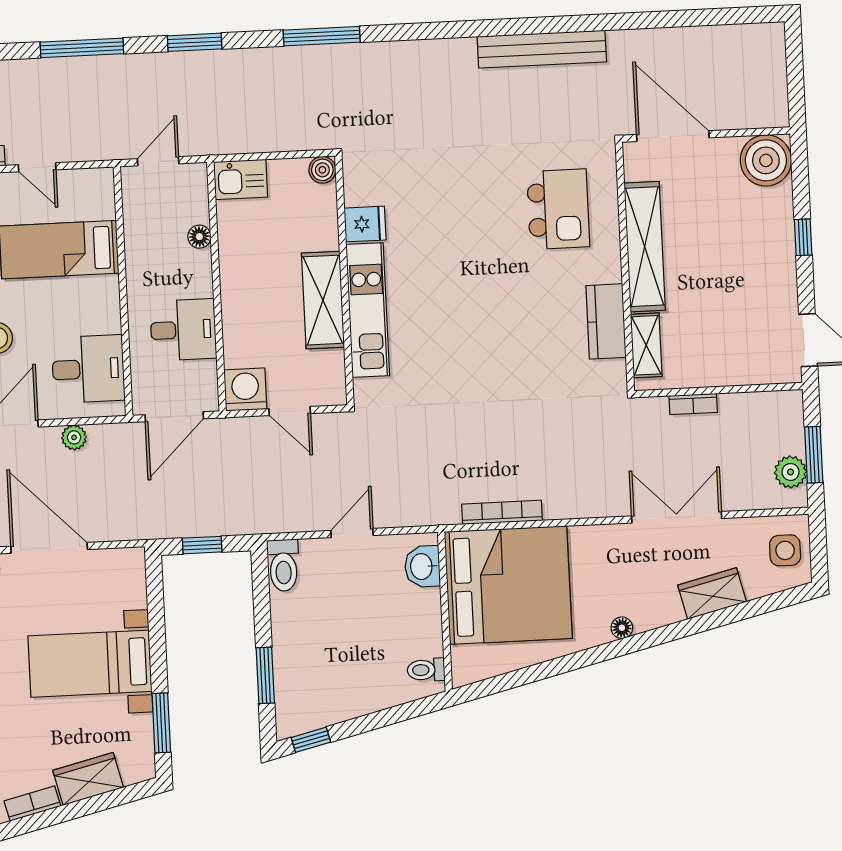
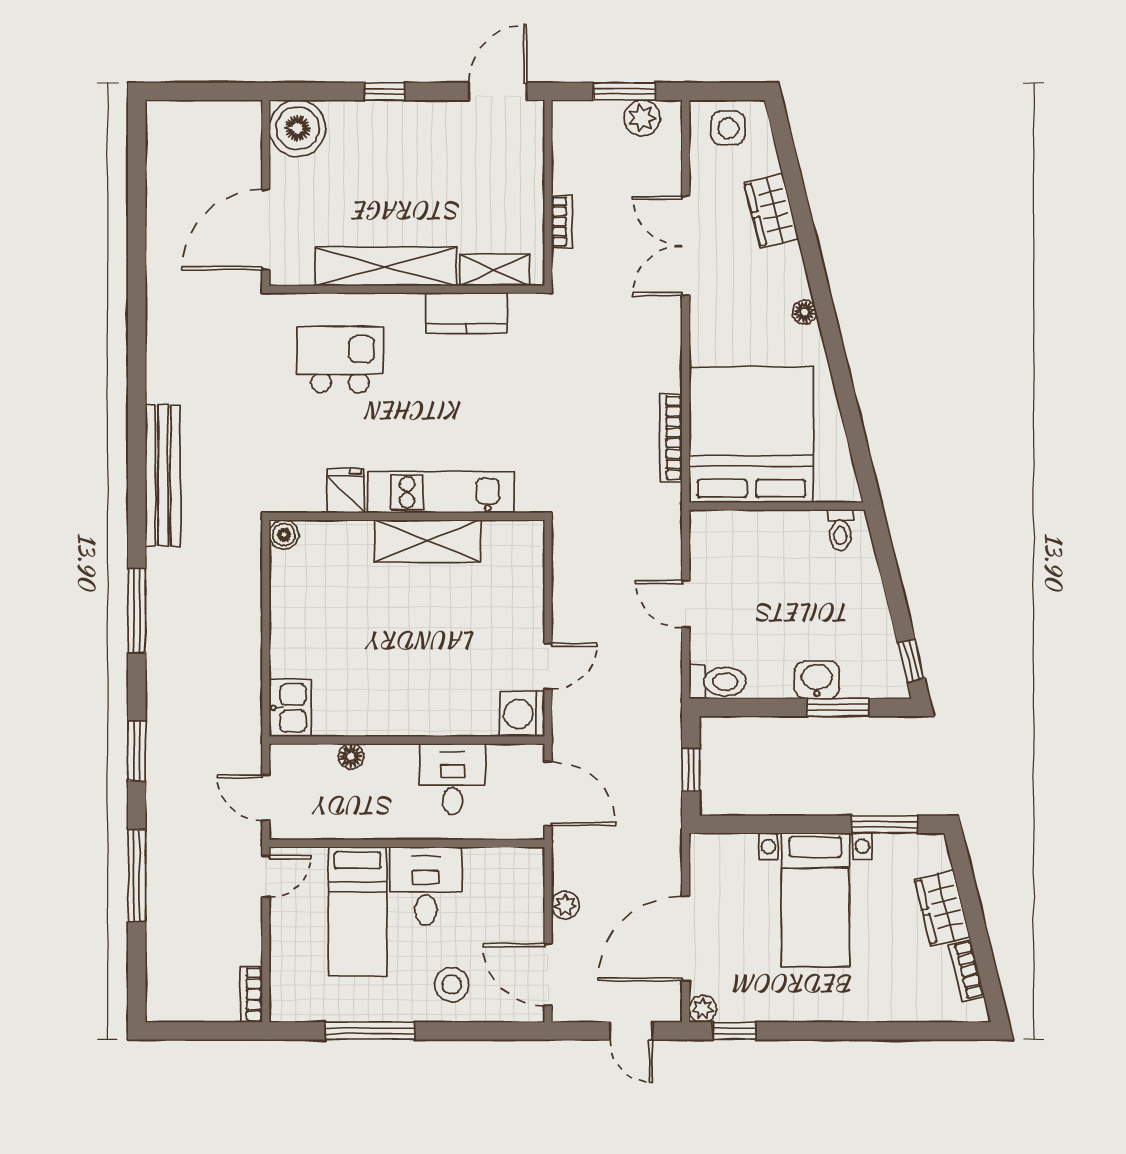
bench: (542, 49) -> (163, 475), moved
door: (37, 167) -> (266, 877), moved
boiler: (322, 170) -> (284, 535), moved
fridge: (365, 224) -> (346, 491), moved
wall: (344, 280) -> (407, 516), moved
shelving: (323, 300) -> (428, 541), moved
kitchen unit: (368, 310) -> (441, 492), moved
desk: (88, 369) -> (426, 886), moved
washbasin: (422, 566) -> (817, 680), moved, turned 180

